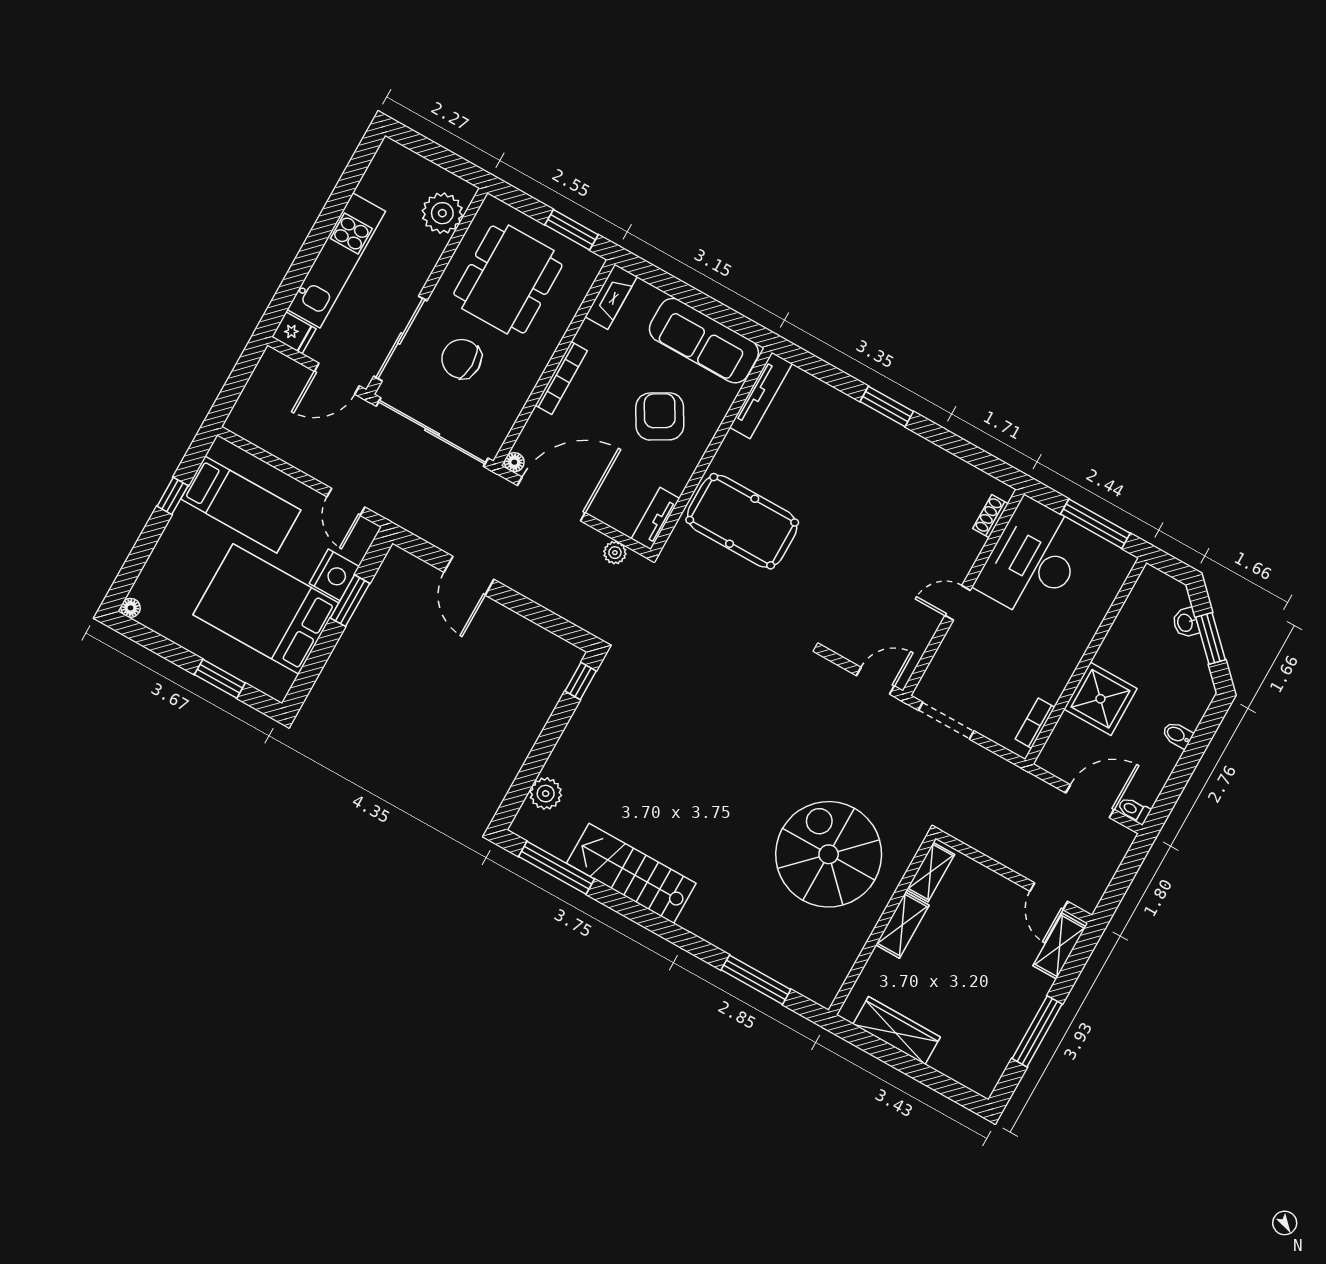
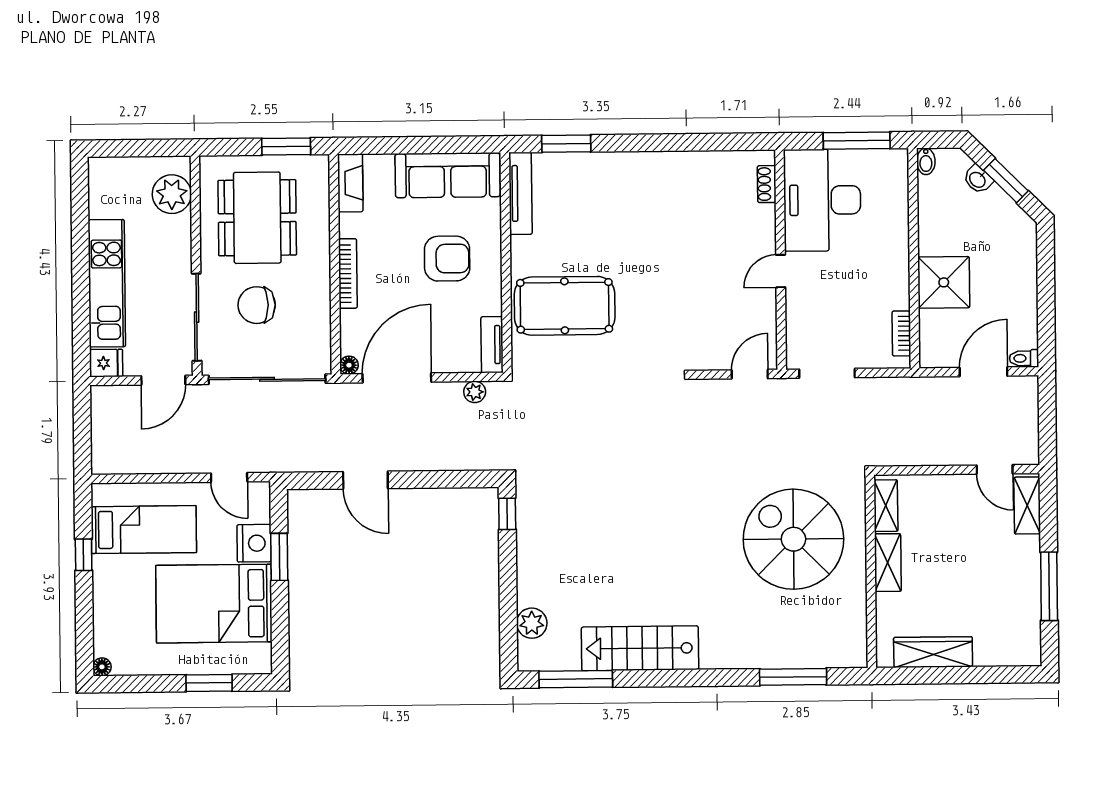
window: (887, 407) -> (566, 144), moved
armchair: (660, 416) -> (447, 259), turned 120
bidet: (1177, 735) -> (926, 161), moved, turned -90

